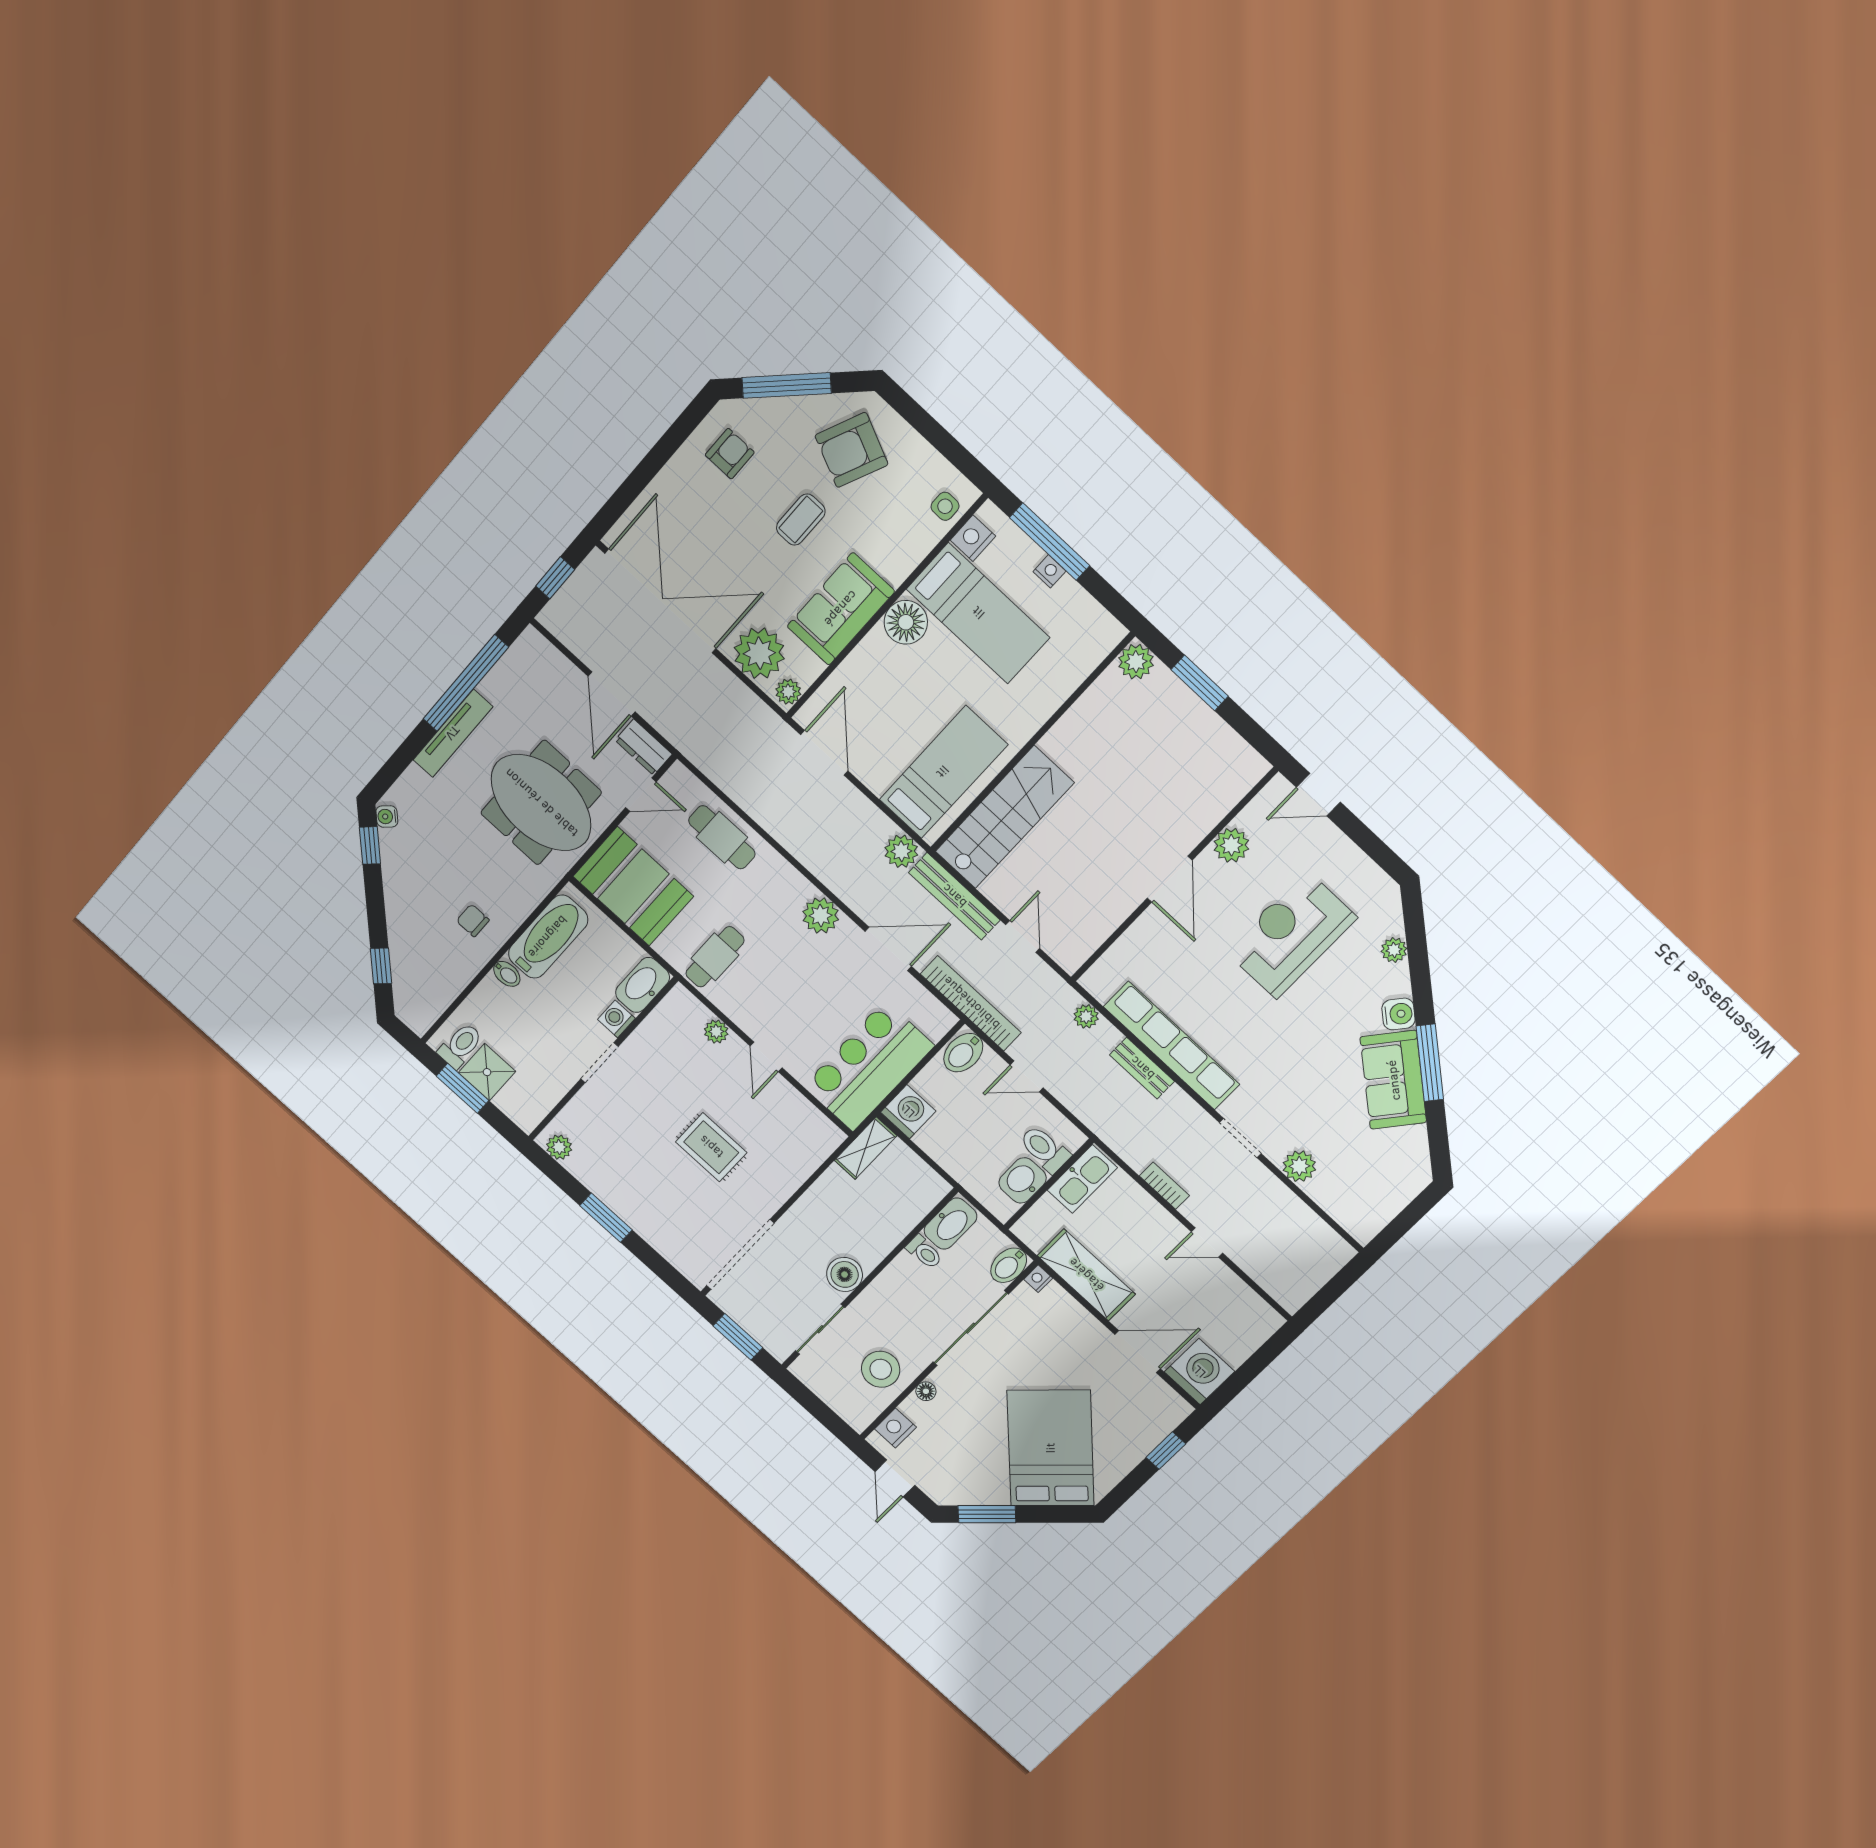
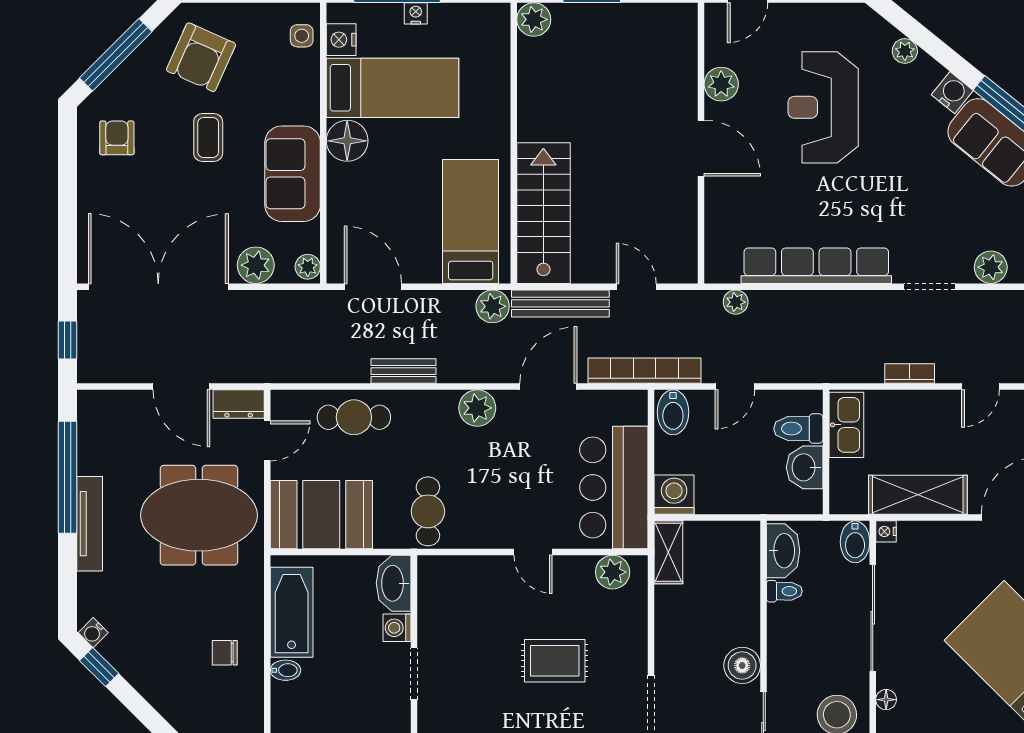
plant: (759, 653) -> (256, 265), width x0.73, depth x0.73
plant: (716, 1032) -> (613, 572), moved, width x1.38, depth x1.38
bench: (1142, 1068) -> (404, 371), moved

